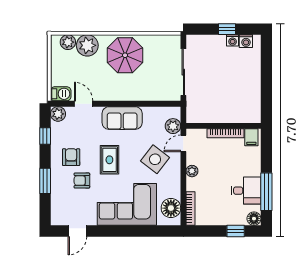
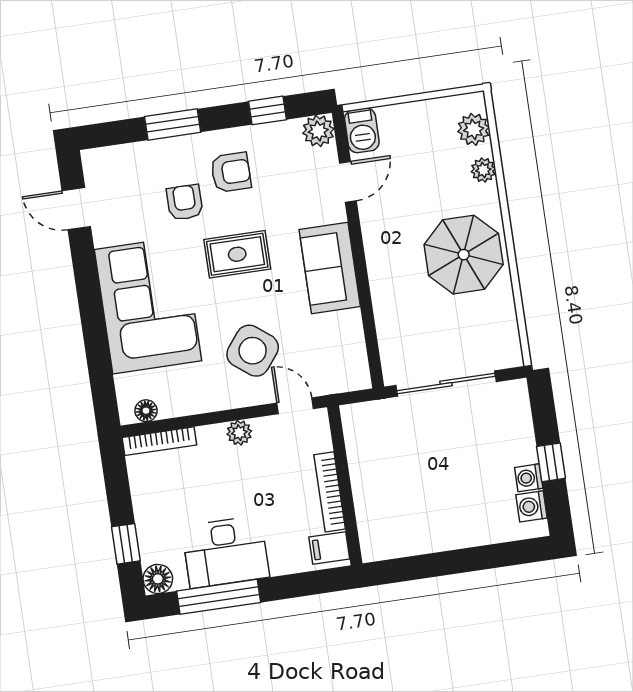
plant: (87, 45) -> (483, 170), width x0.53, depth x0.53
plant: (173, 126) -> (329, 378), removed
desk: (246, 191) -> (225, 552), width x1.37
floor lamp: (171, 208) -> (146, 411), width x0.53, depth x0.53

